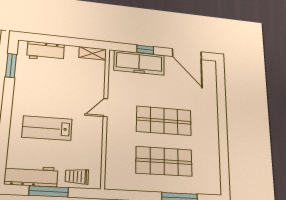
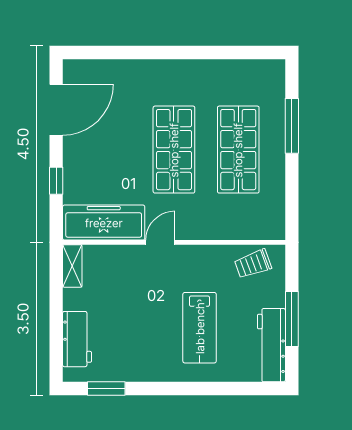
freezer: (139, 63) -> (104, 223), moved, turned -90
door: (105, 108) -> (160, 242), swing flipped
trolley: (77, 176) -> (253, 264), moved, turned 70

